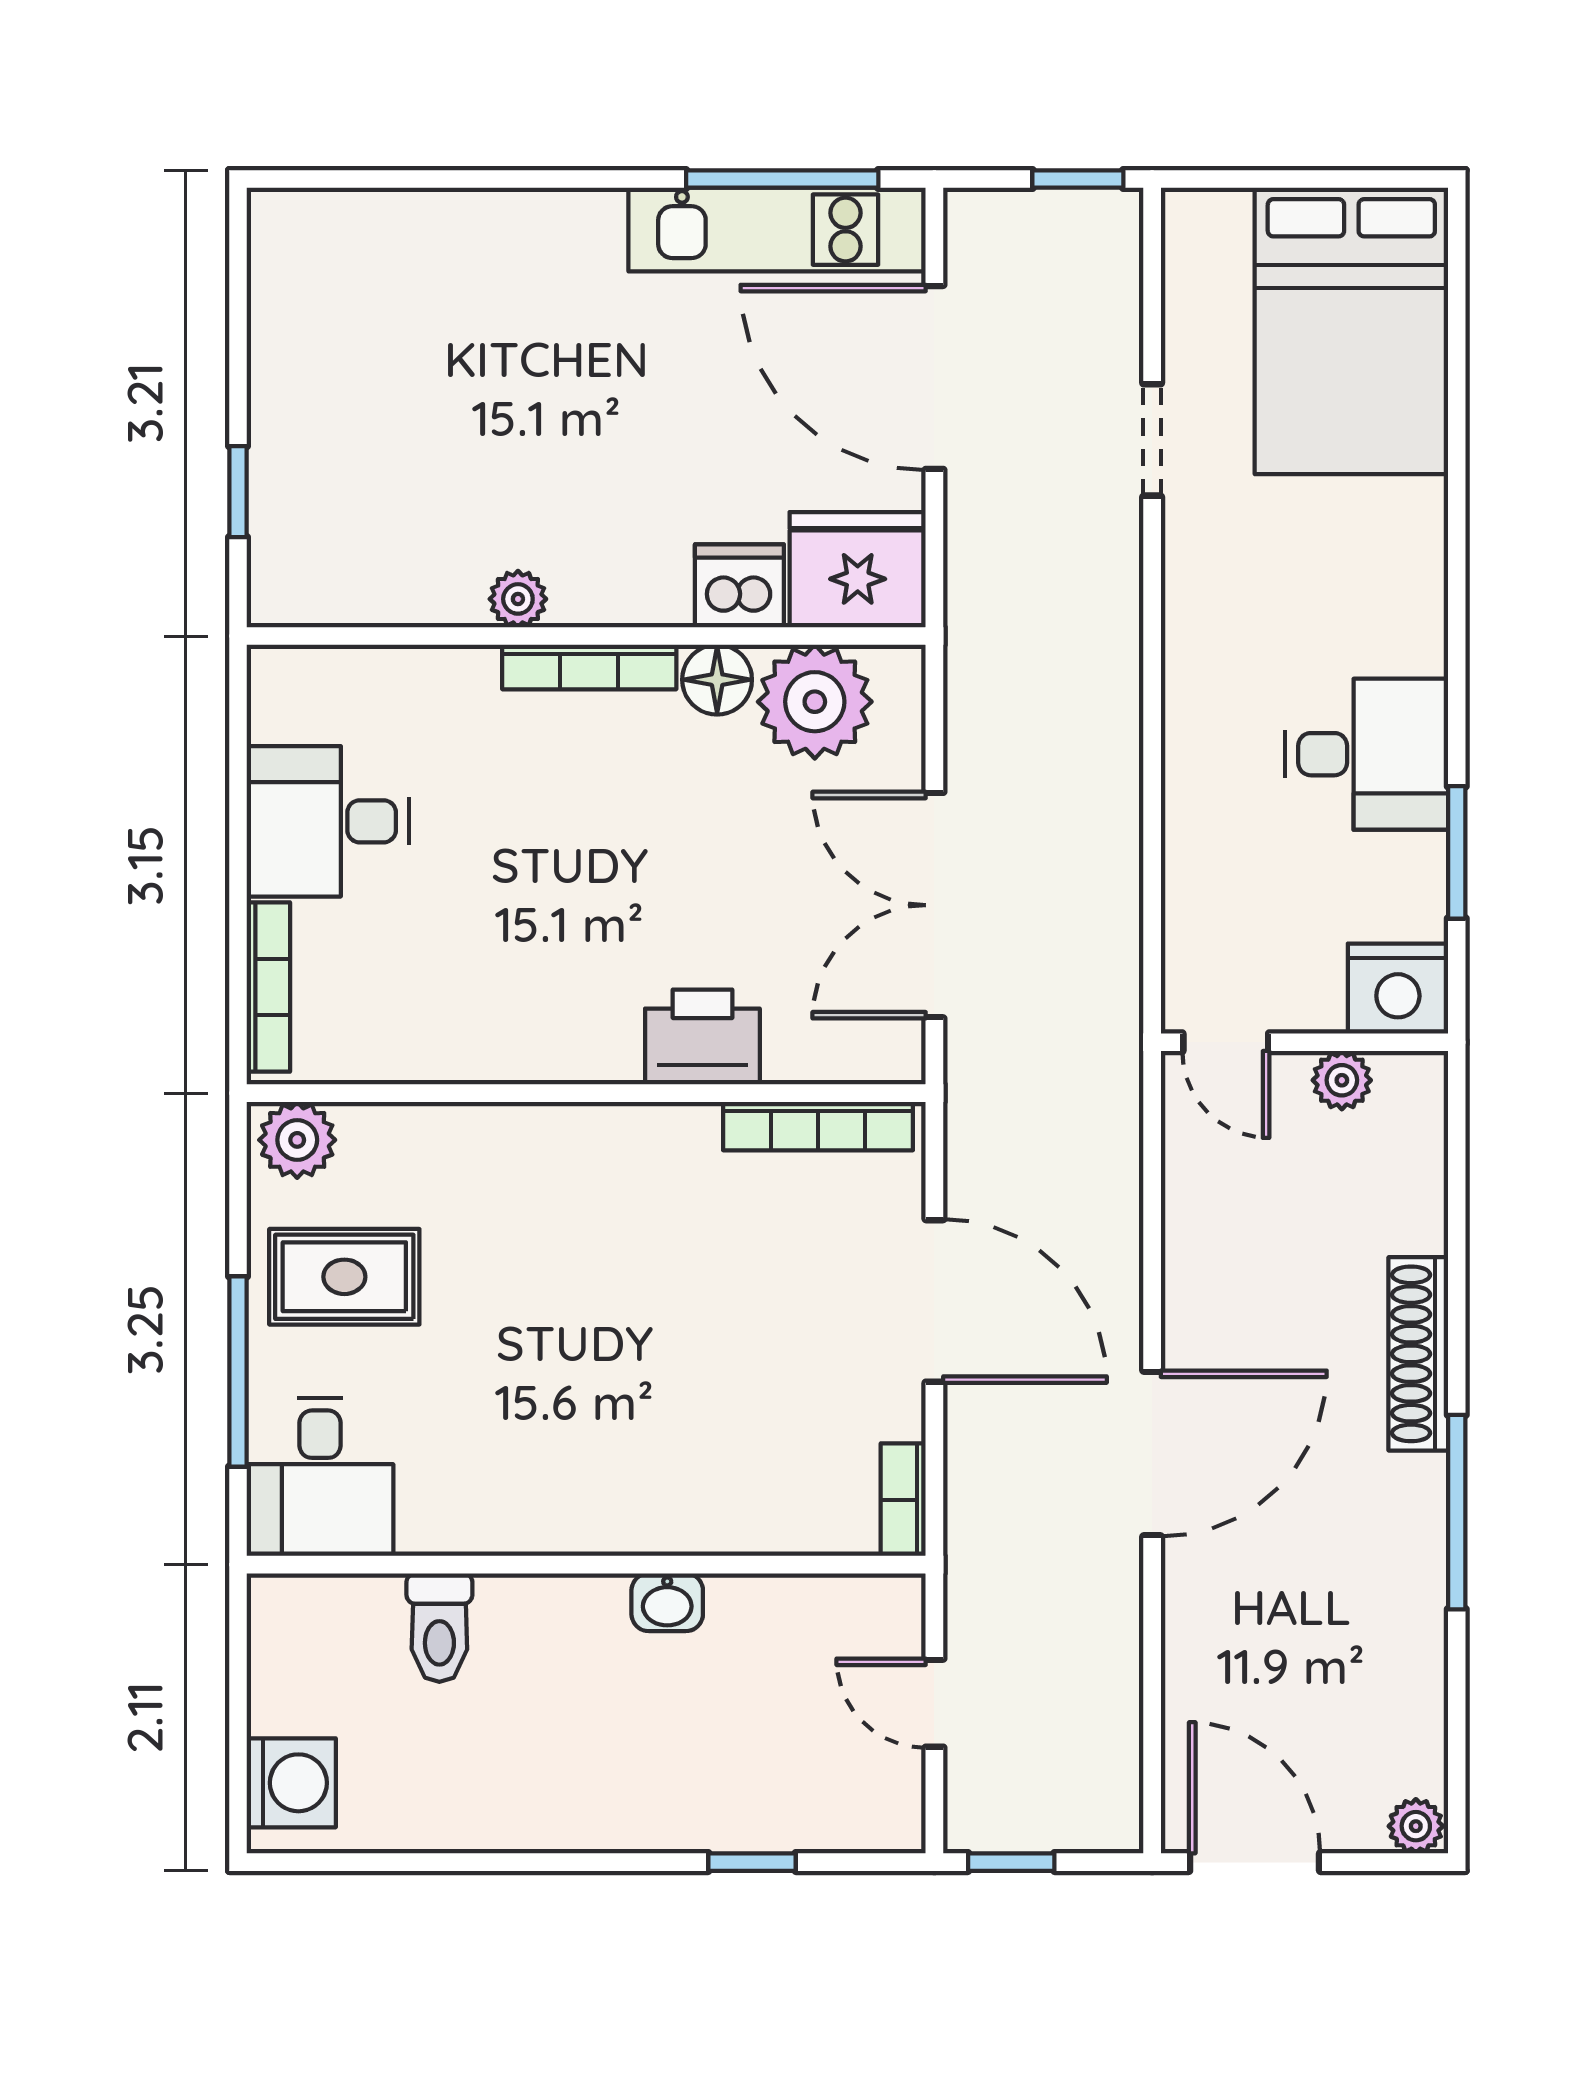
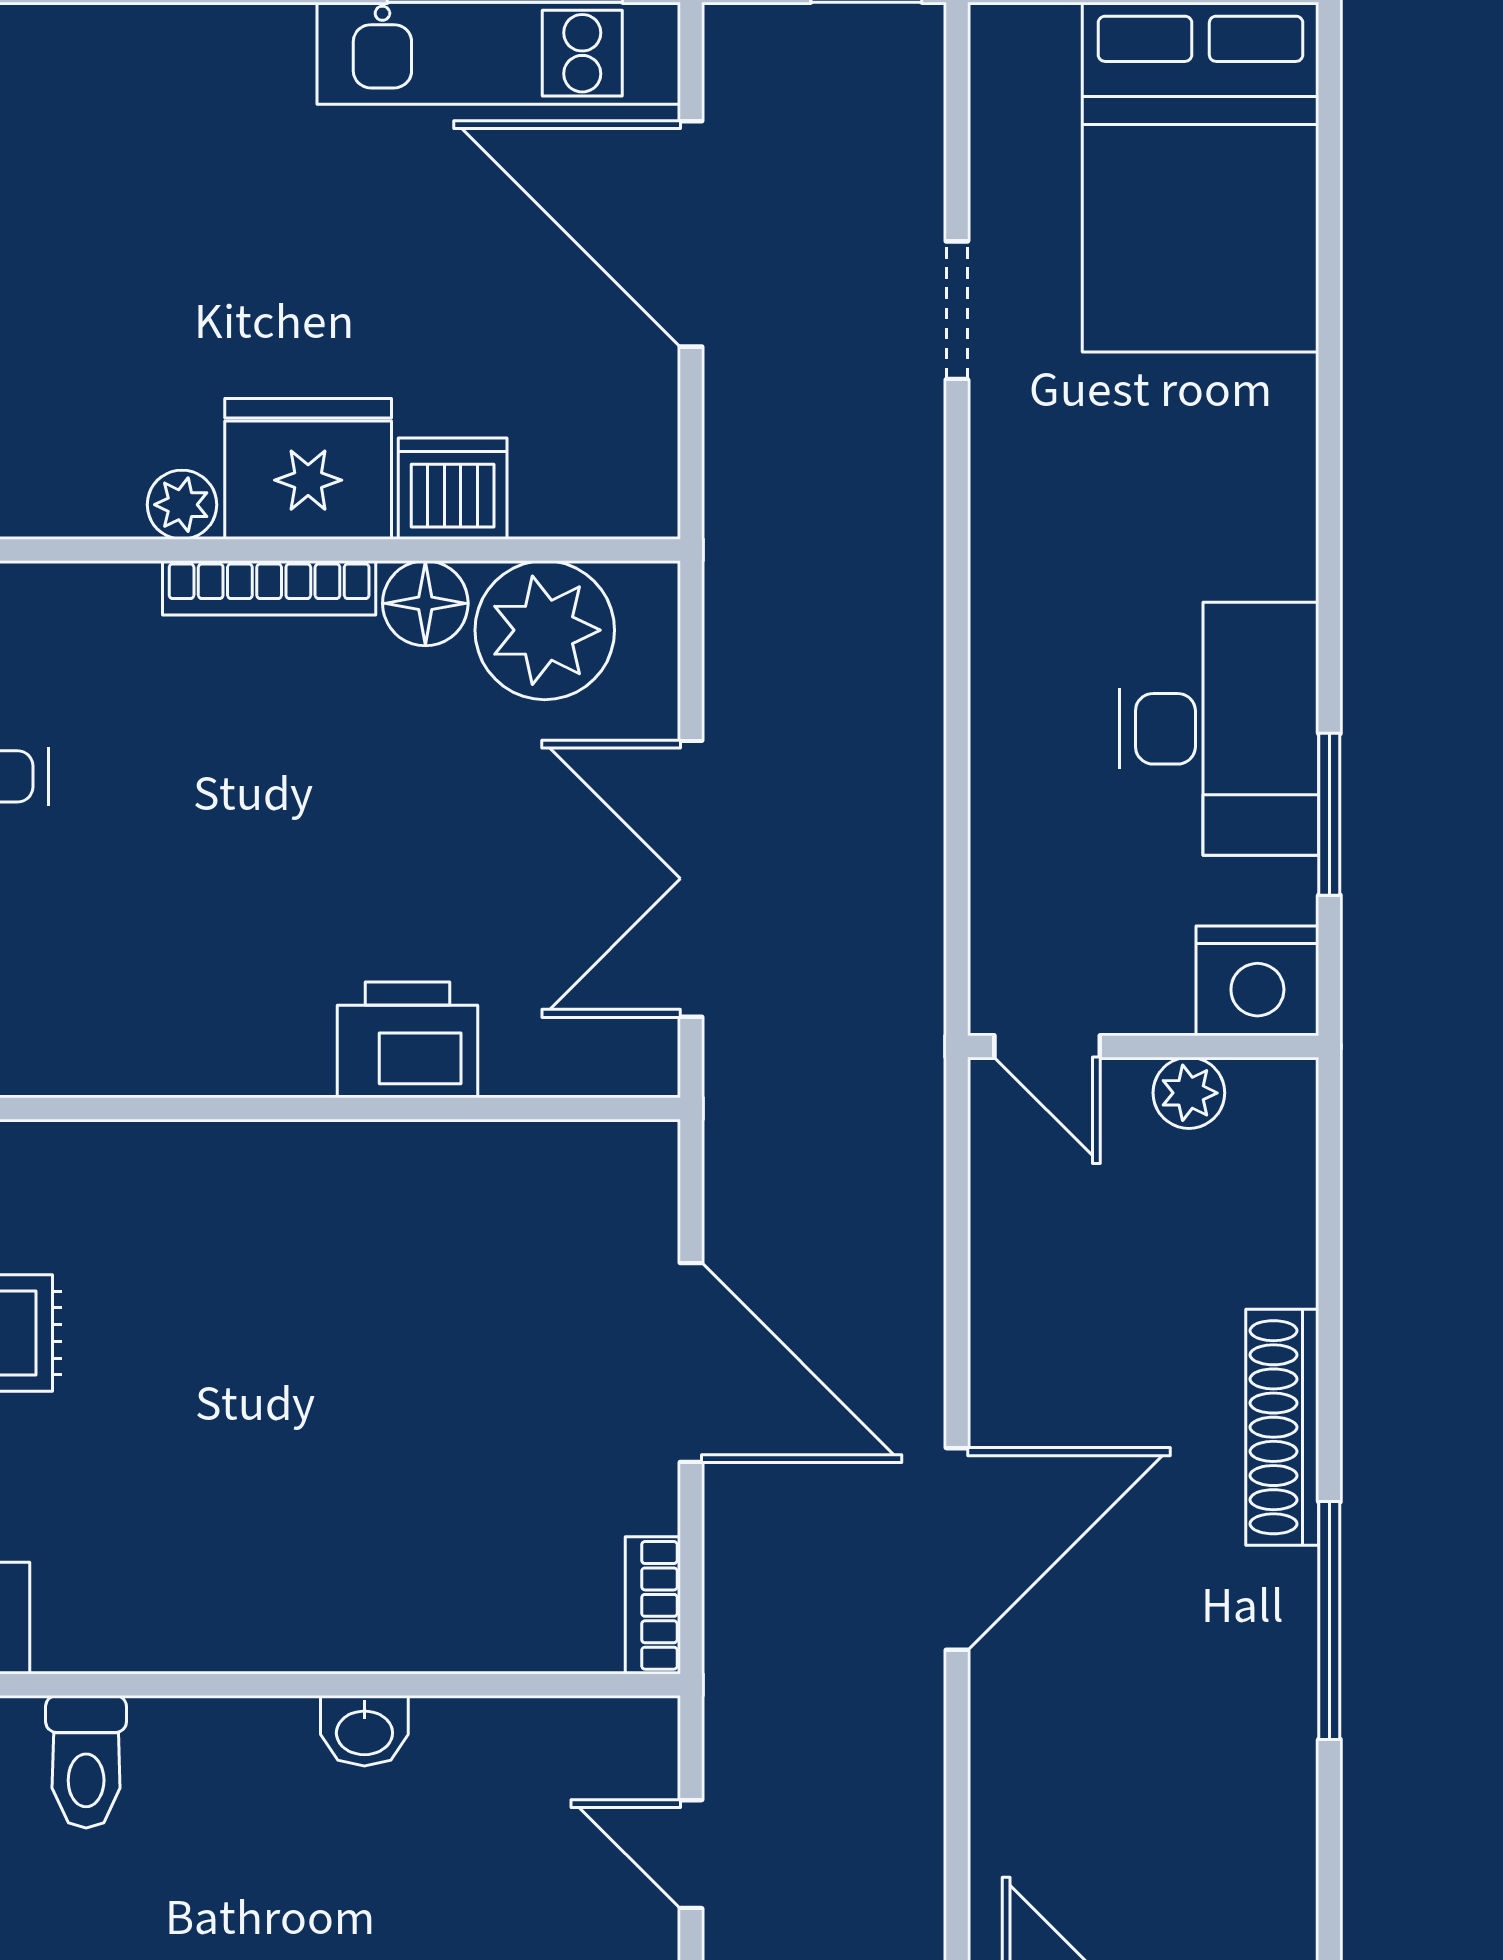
fridge: (858, 570) -> (308, 469), moved
desk: (1367, 754) -> (1219, 729), width x1.37
bookcase: (818, 1126) -> (549, 1149), removed

